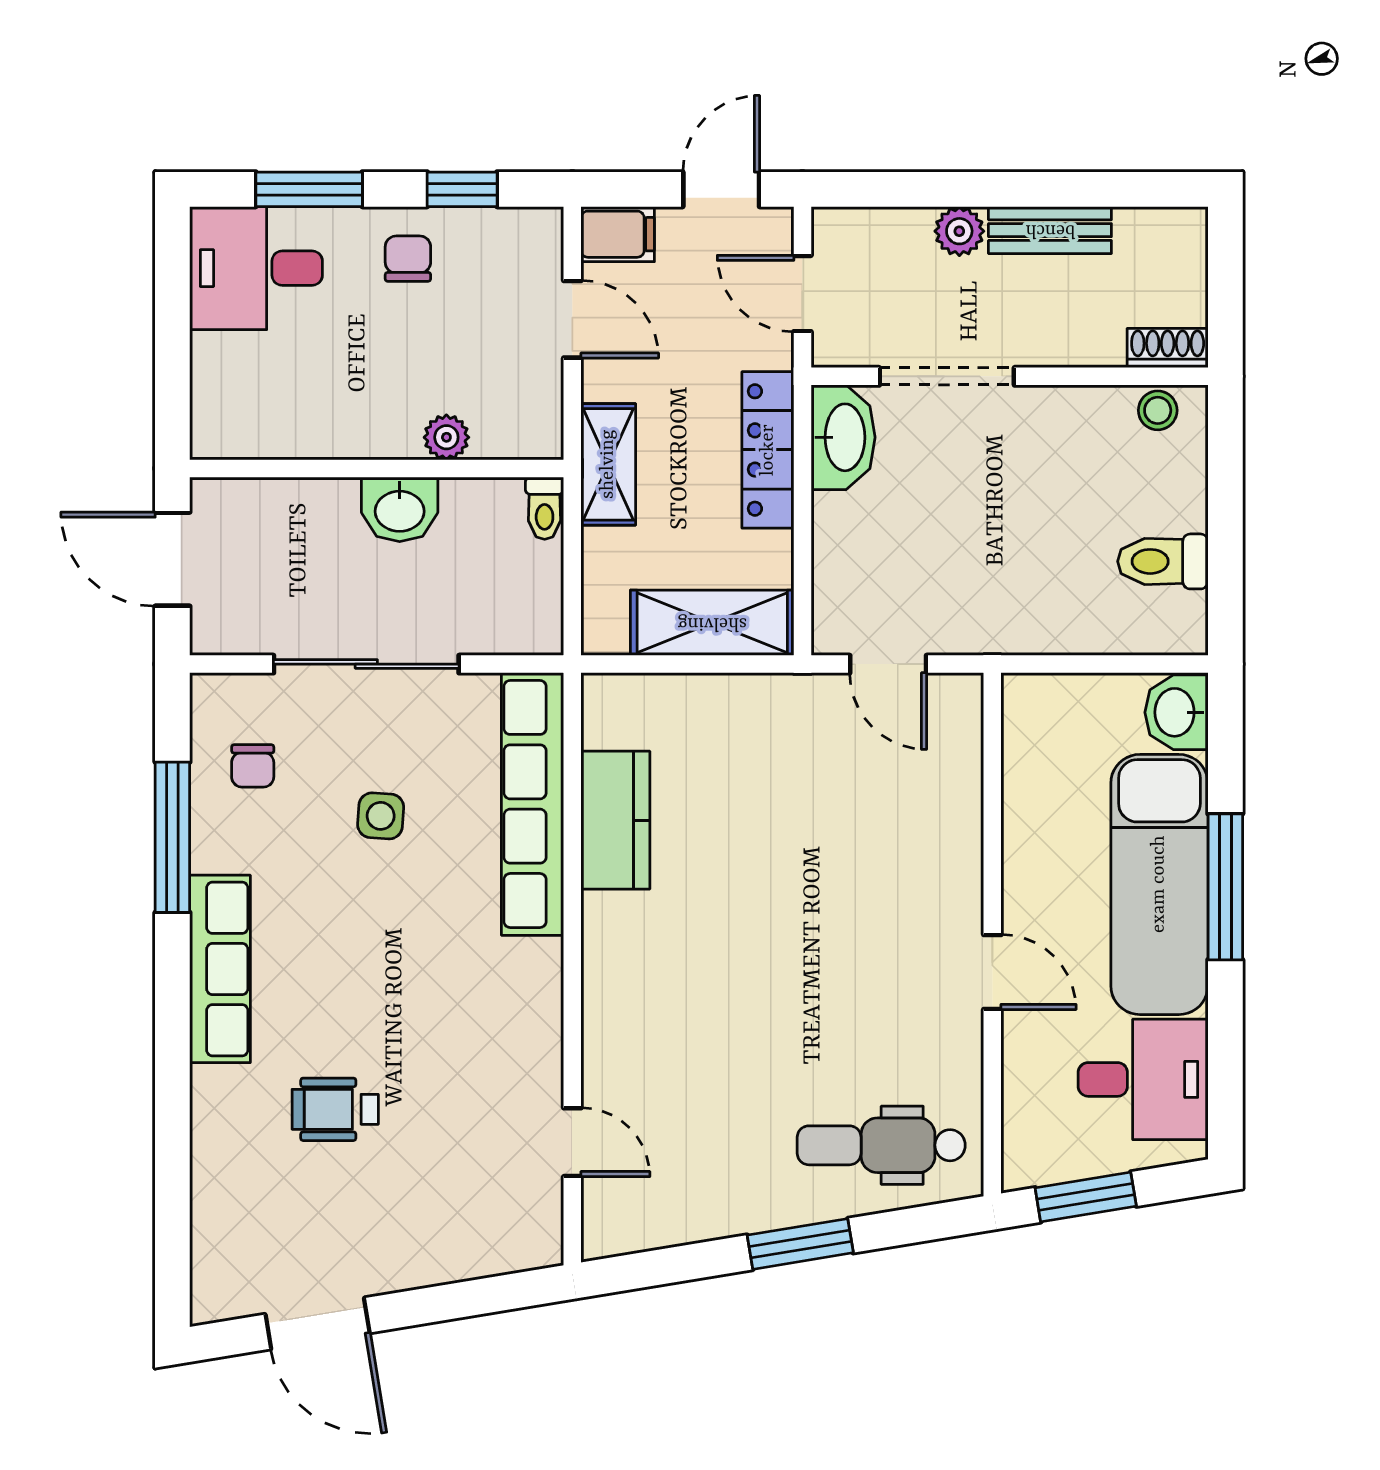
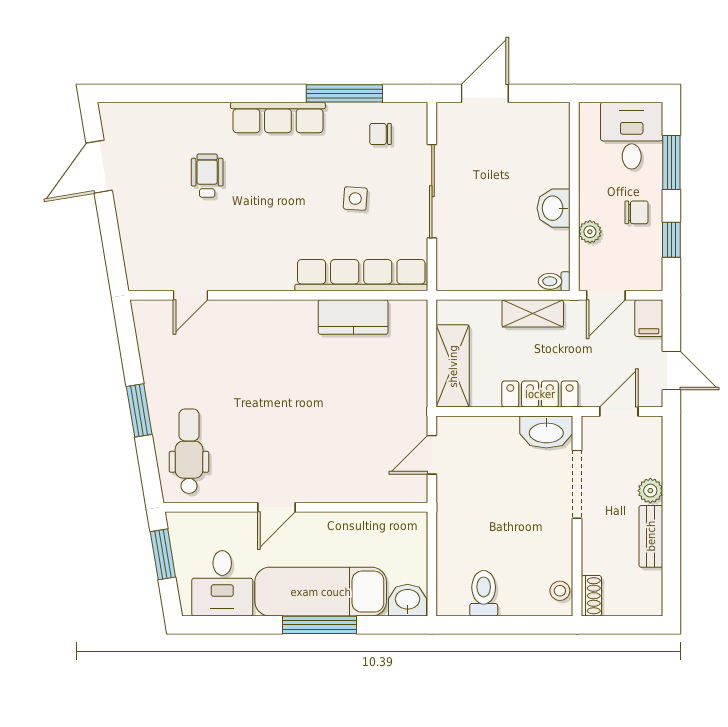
plant: (446, 437) -> (590, 232), moved
wall: (377, 468) -> (574, 197), moved
toilet: (545, 508) -> (554, 281), moved
washbasin: (400, 509) -> (554, 208), moved

